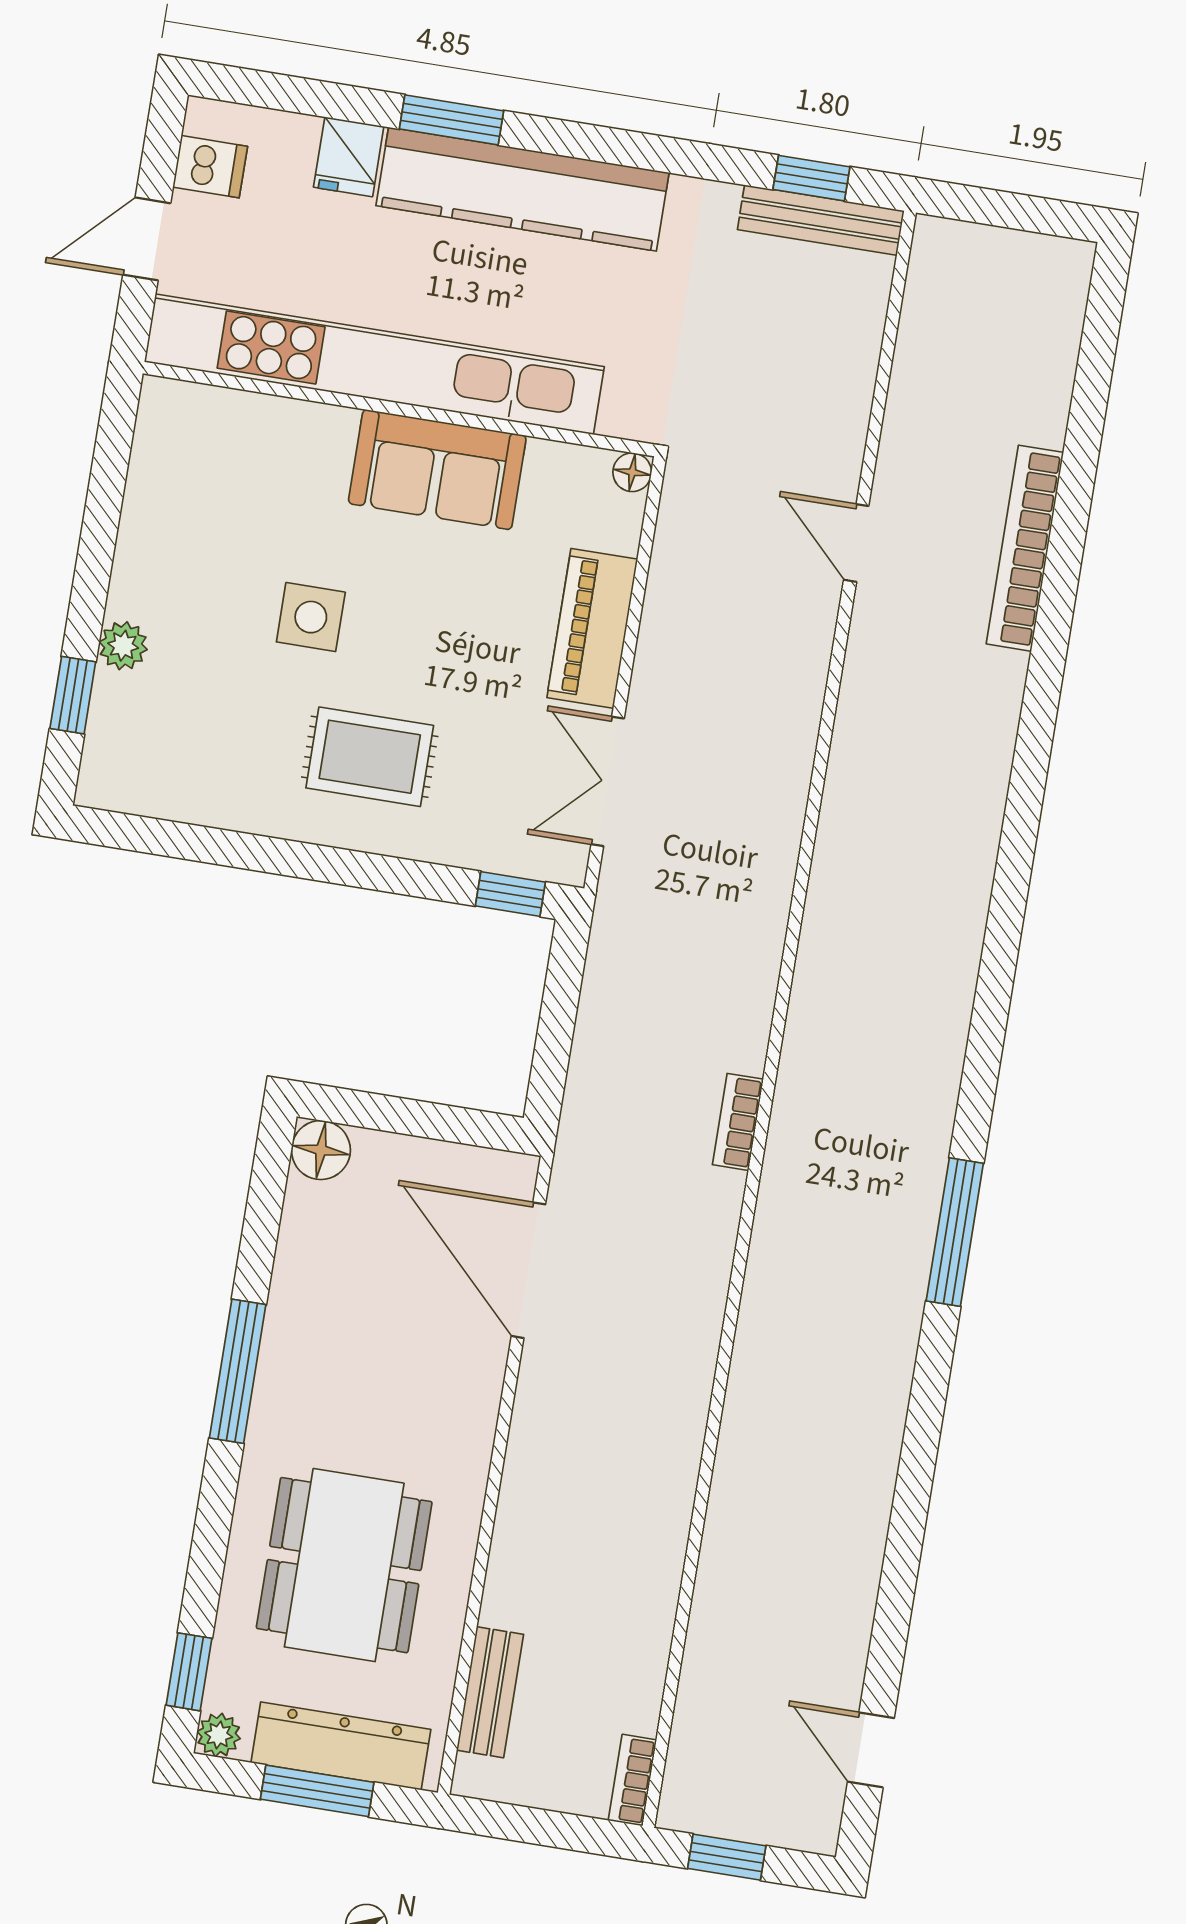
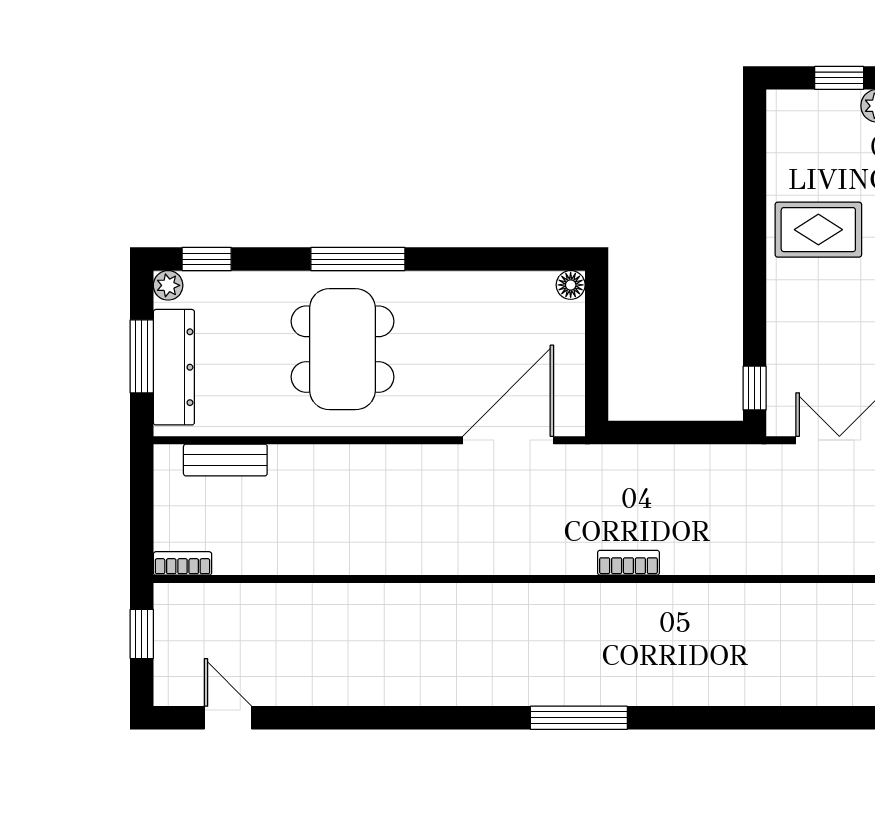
rug: (370, 757) -> (818, 230), moved, turned 90
floor lamp: (321, 1150) -> (571, 285), width x0.73, depth x0.73
window: (238, 1371) -> (358, 259), moved
dining table: (344, 1565) -> (342, 349), moved, turned 90
door: (871, 1750) -> (228, 718), hinge flipped

